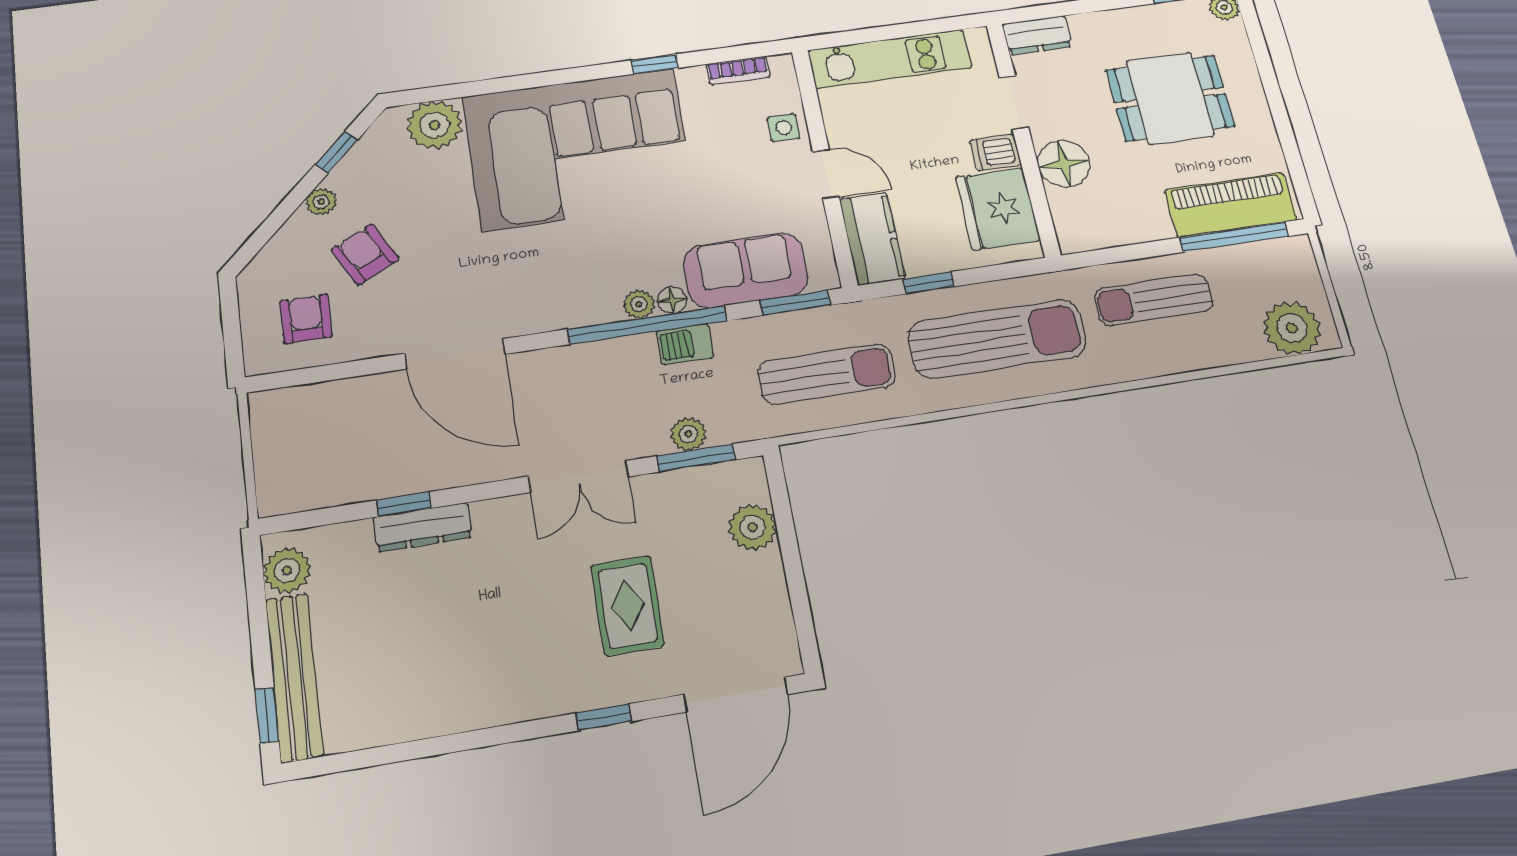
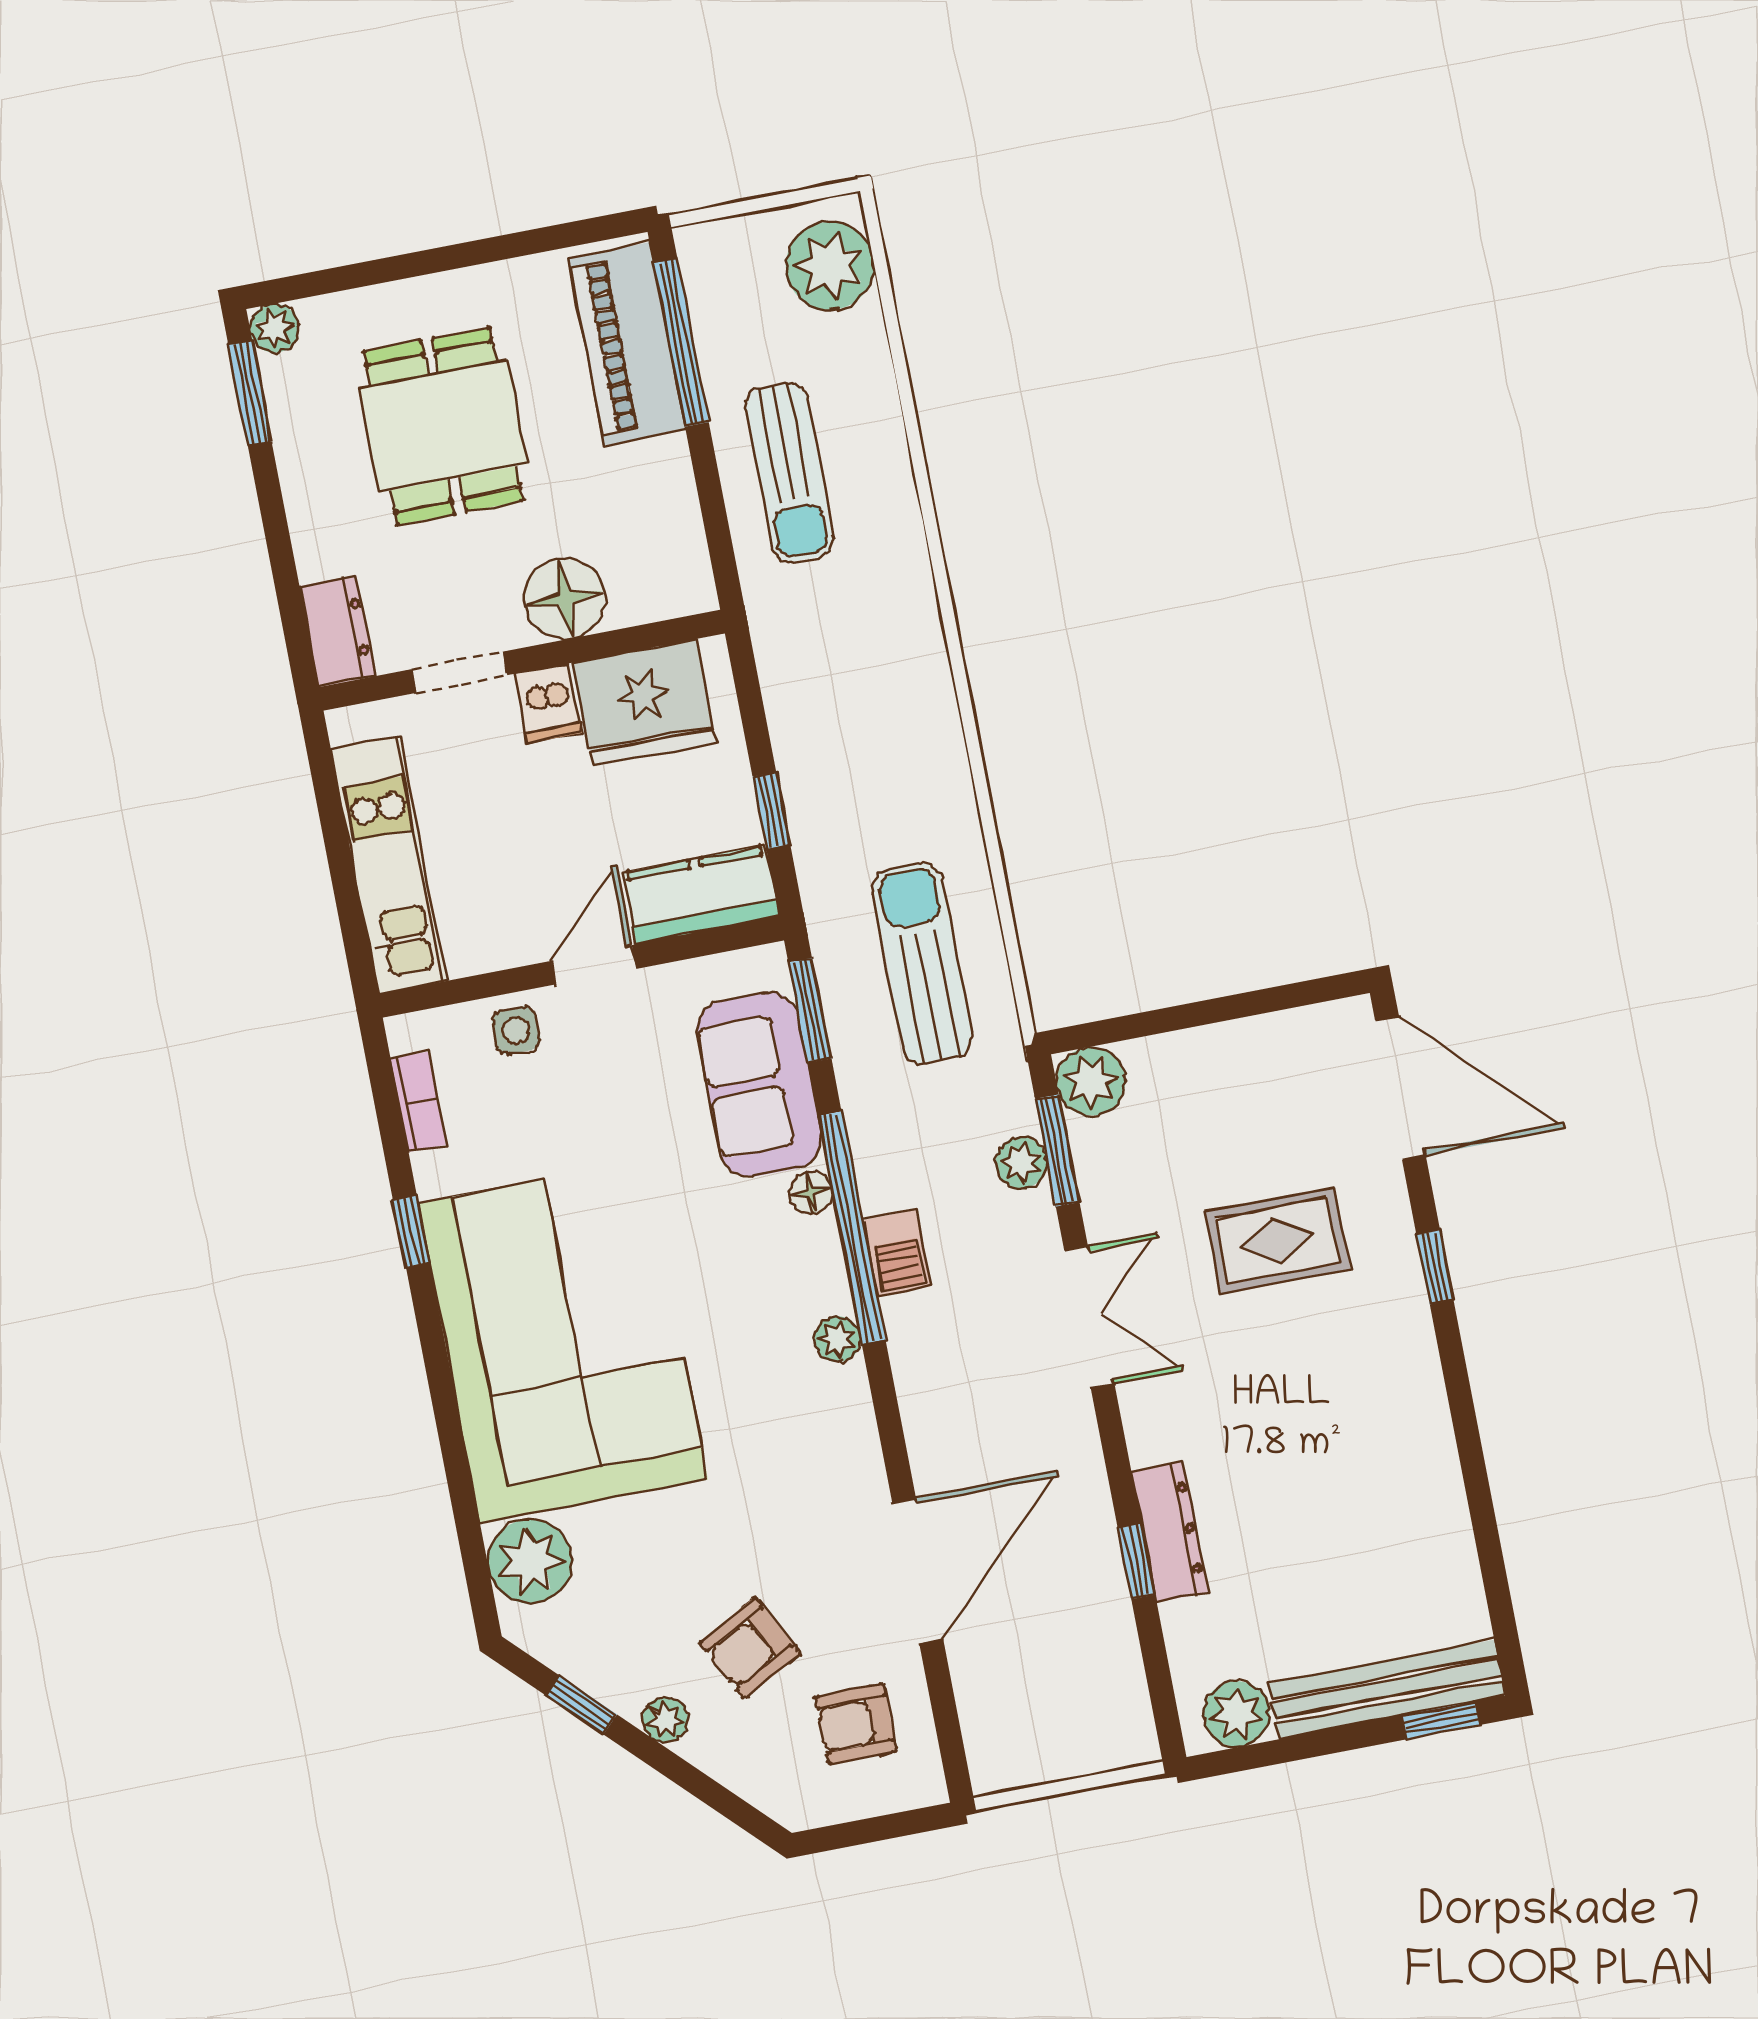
plant: (639, 304) -> (838, 1339), moved
sun lounger: (997, 339) -> (860, 710), removed
barbecue: (685, 344) -> (897, 1253), moved
door: (455, 354) -> (918, 1571), moved
plant: (752, 527) -> (1091, 1081), moved

